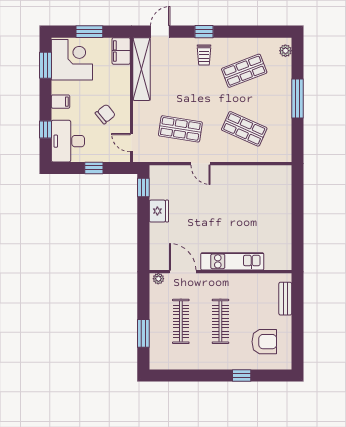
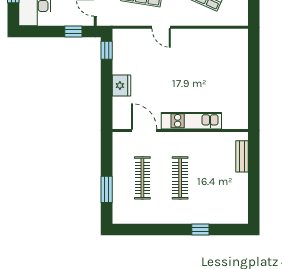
window: (94, 168) -> (73, 32), moved
fridge: (159, 211) -> (121, 86), moved
plant: (158, 279) -> (121, 137), removed
armchair: (264, 342) -> (222, 197), removed

